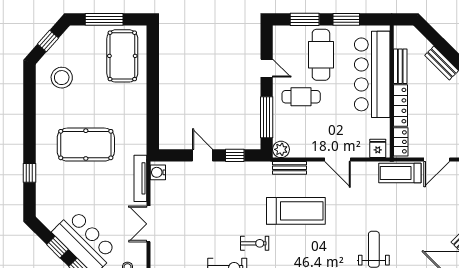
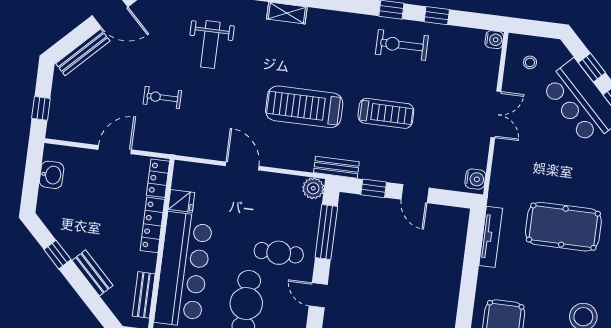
bench: (400, 66) -> (144, 295), moved
fridge: (378, 148) -> (181, 201), moved, turned -90
bench: (290, 168) -> (336, 167), moved
treadmill: (400, 173) -> (386, 113), moved
tv unit: (140, 178) -> (491, 237), moved
exercise bike: (255, 243) -> (162, 97), moved

